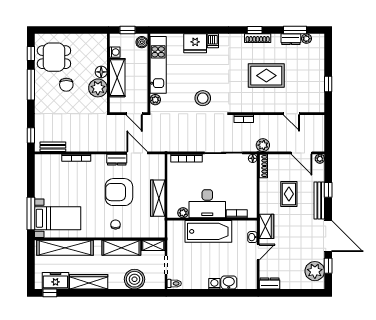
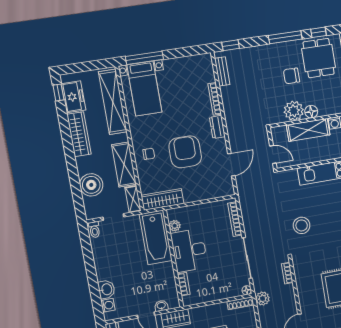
plant: (155, 100) -> (292, 175), removed
door: (134, 114) -> (273, 155), swing flipped
dresser: (117, 160) -> (217, 127), moved
wardrobe: (158, 198) -> (162, 199), moved
bathtub: (208, 231) -> (156, 237), moved
washing machine: (214, 284) -> (108, 305), moved

